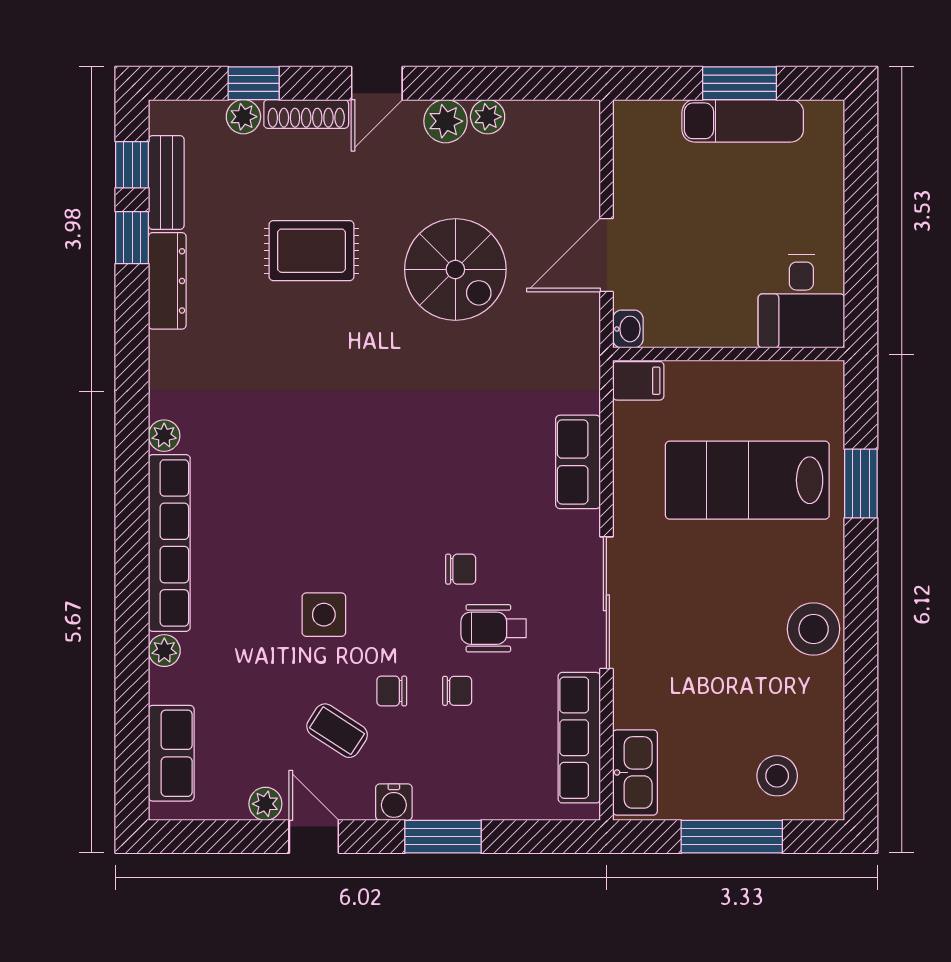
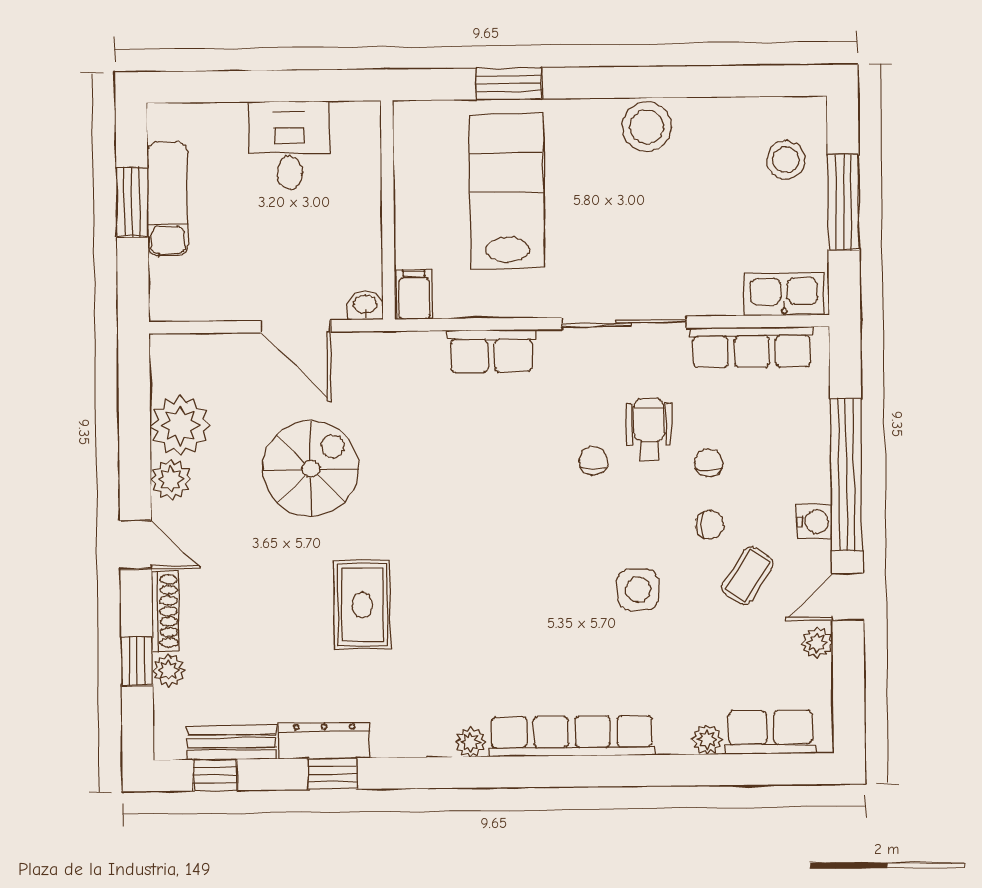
plant: (488, 117) -> (180, 425), width x1.87, depth x1.87
window: (132, 238) -> (333, 774), moved
rug: (311, 251) -> (362, 605), moved
desk: (801, 301) -> (289, 145), moved, turned -90
lab bench: (747, 480) -> (507, 191), turned 180
wheelchair: (494, 628) -> (649, 429), turned 180
plant: (164, 651) -> (707, 739), moved
chair: (392, 691) -> (709, 525), turned -90
window: (443, 837) -> (846, 475), width x2.11

